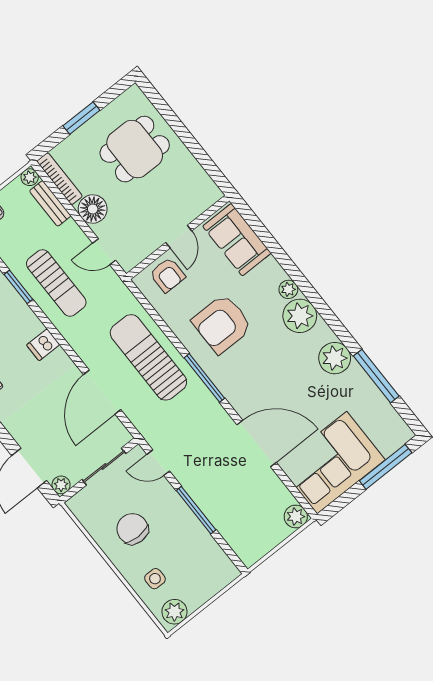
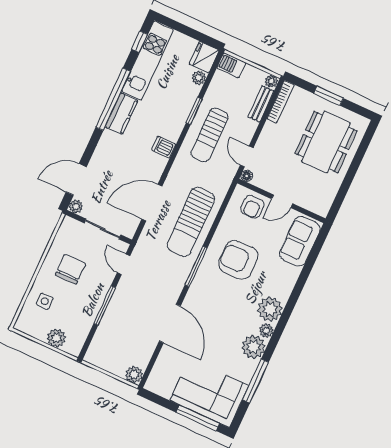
dining table: (135, 149) -> (326, 142), width x1.37
floor lamp: (93, 209) -> (247, 176), moved, width x0.53, depth x0.53
plant: (288, 289) -> (266, 331), moved
sun lounger: (148, 357) -> (191, 222), turned 180
corner sofa: (332, 463) -> (209, 393), moved
plant: (174, 612) -> (56, 338), moved

